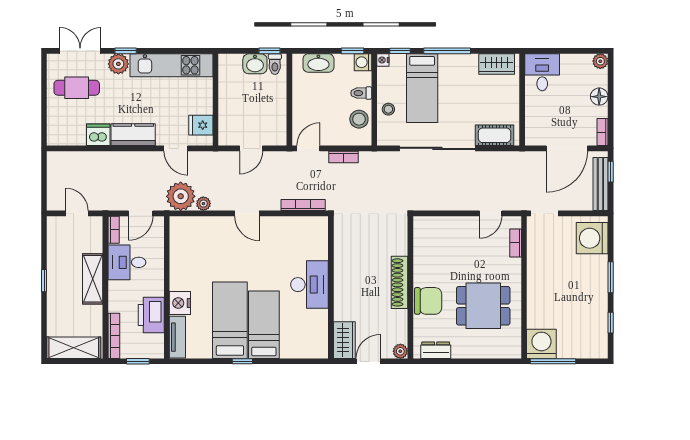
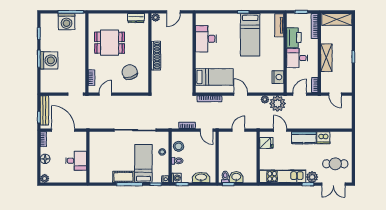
wardrobe: (497, 64) -> (102, 177), removed
desk: (542, 72) -> (76, 161), moved, turned -90
cot: (495, 135) -> (123, 177), moved
door: (308, 148) -> (207, 130), hinge flipped
door: (567, 148) -> (63, 130), hinge flipped
washing machine: (592, 238) -> (49, 60), moved
desk: (127, 262) -> (297, 58), moved, turned 180
desk: (310, 285) -> (206, 39), moved
chair: (428, 301) -> (130, 72), moved, turned 73
nightstand: (180, 303) -> (278, 77), moved
bed: (264, 325) -> (214, 77), moved, turned -90
wardrobe: (344, 340) -> (187, 24), removed
washing machine: (541, 344) -> (67, 22), moved

